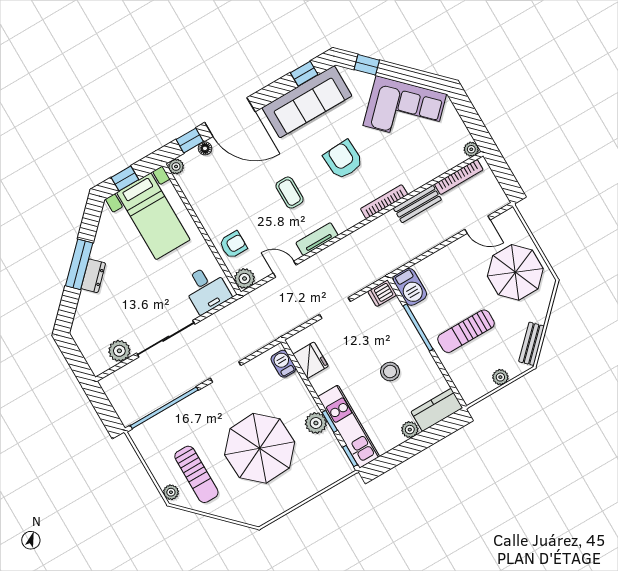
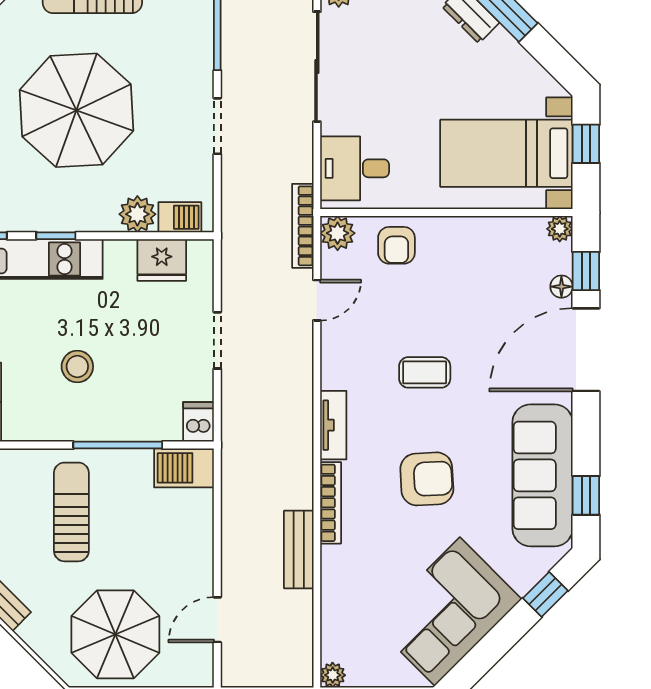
bookcase: (459, 177) -> (303, 226), moved
tv unit: (317, 239) -> (333, 425), moved
plant: (316, 423) -> (137, 214), moved

